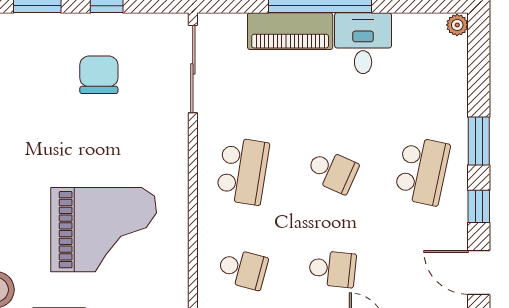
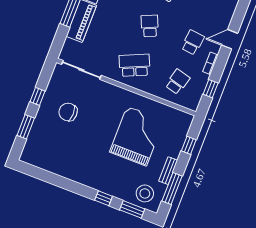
school desk: (243, 171) -> (135, 65), turned -33
school desk: (332, 171) -> (150, 26), turned -48

